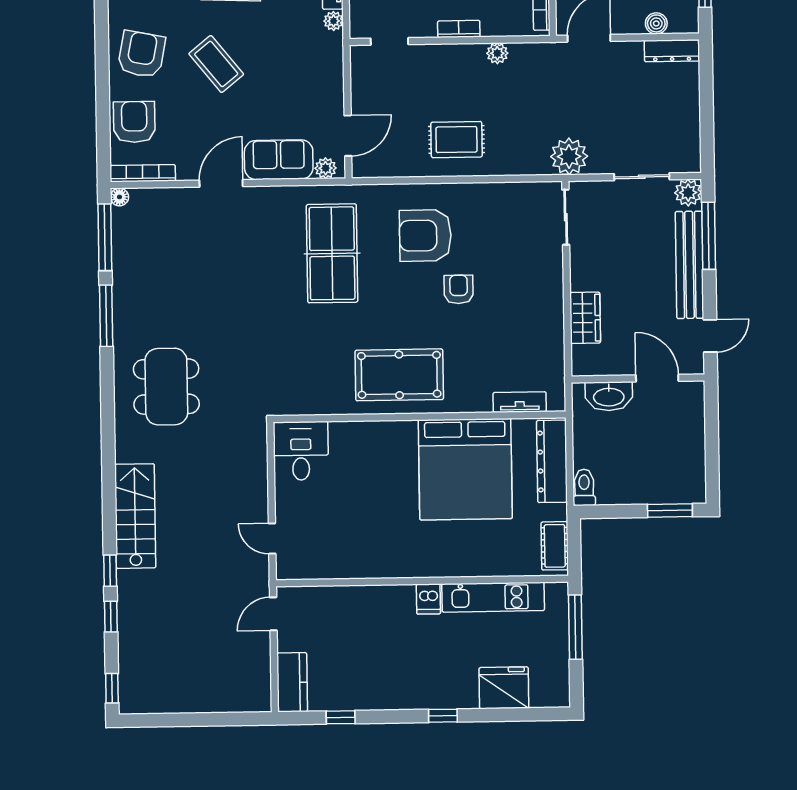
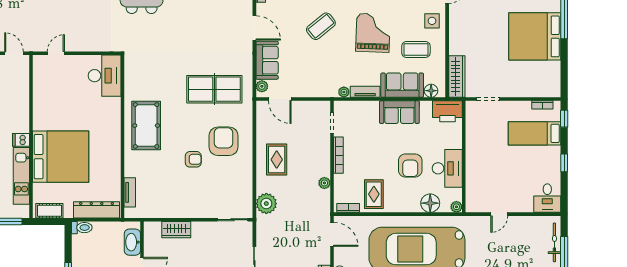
bookcase: (459, 29) -> (338, 155), width x1.56
plant: (569, 156) -> (266, 204), moved
desk: (301, 451) -> (105, 76), width x1.37
bed: (465, 469) -> (61, 157), moved, turned 180

